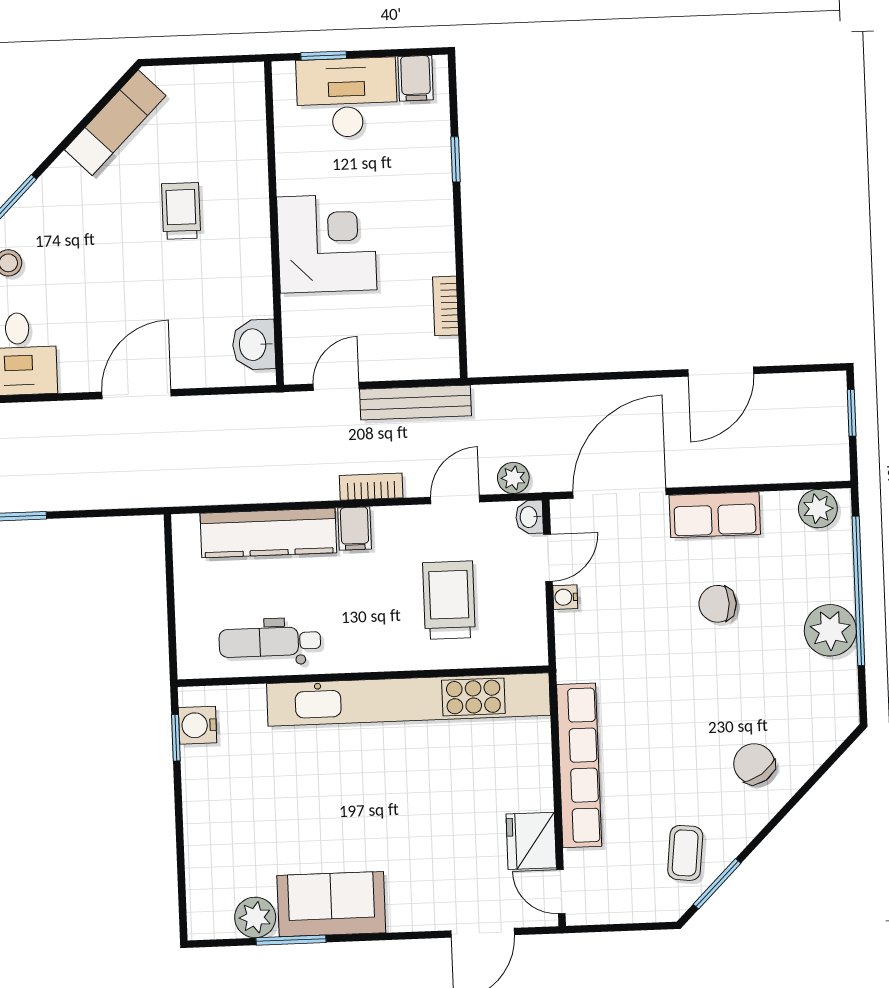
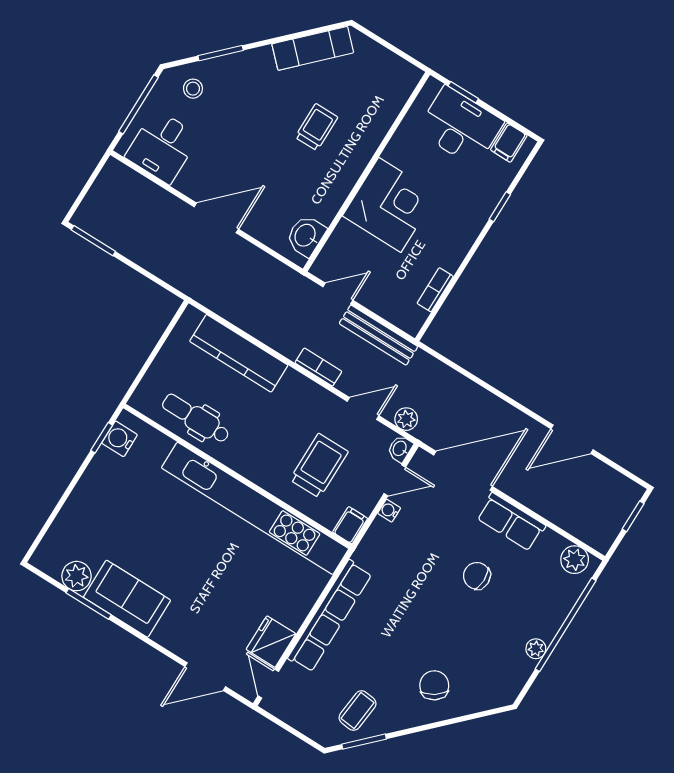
filing cabinet: (355, 528) -> (350, 525), moved, turned 180
plant: (830, 630) -> (536, 649), width x0.53, depth x0.53

